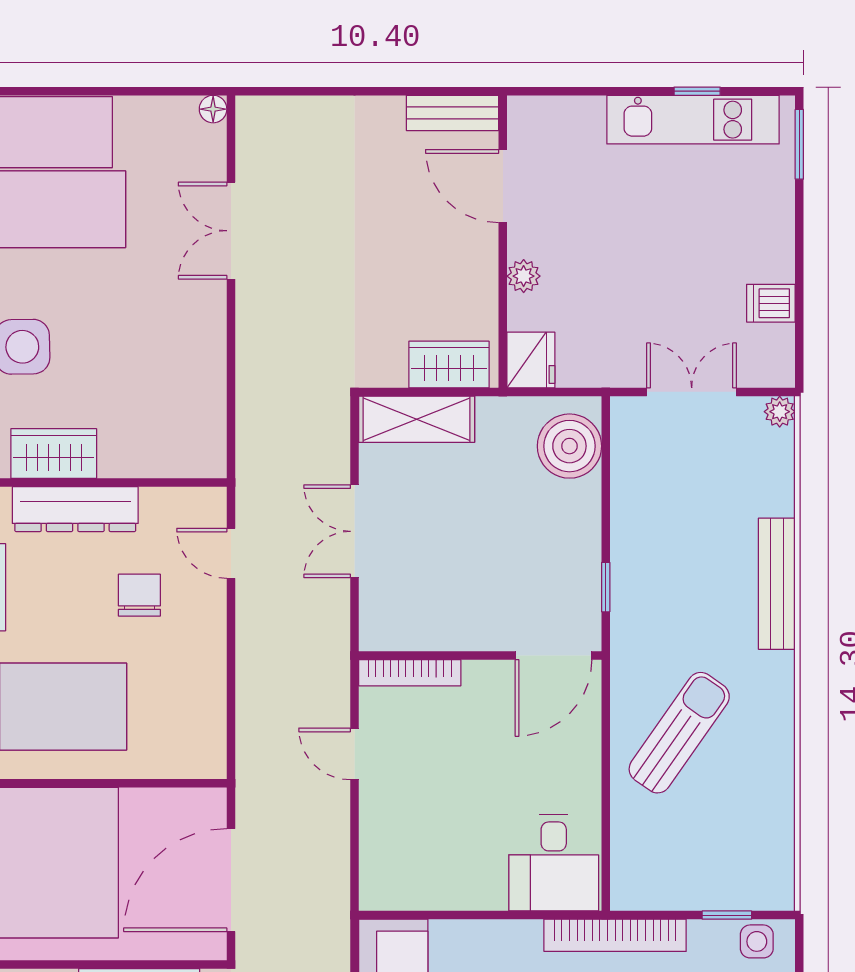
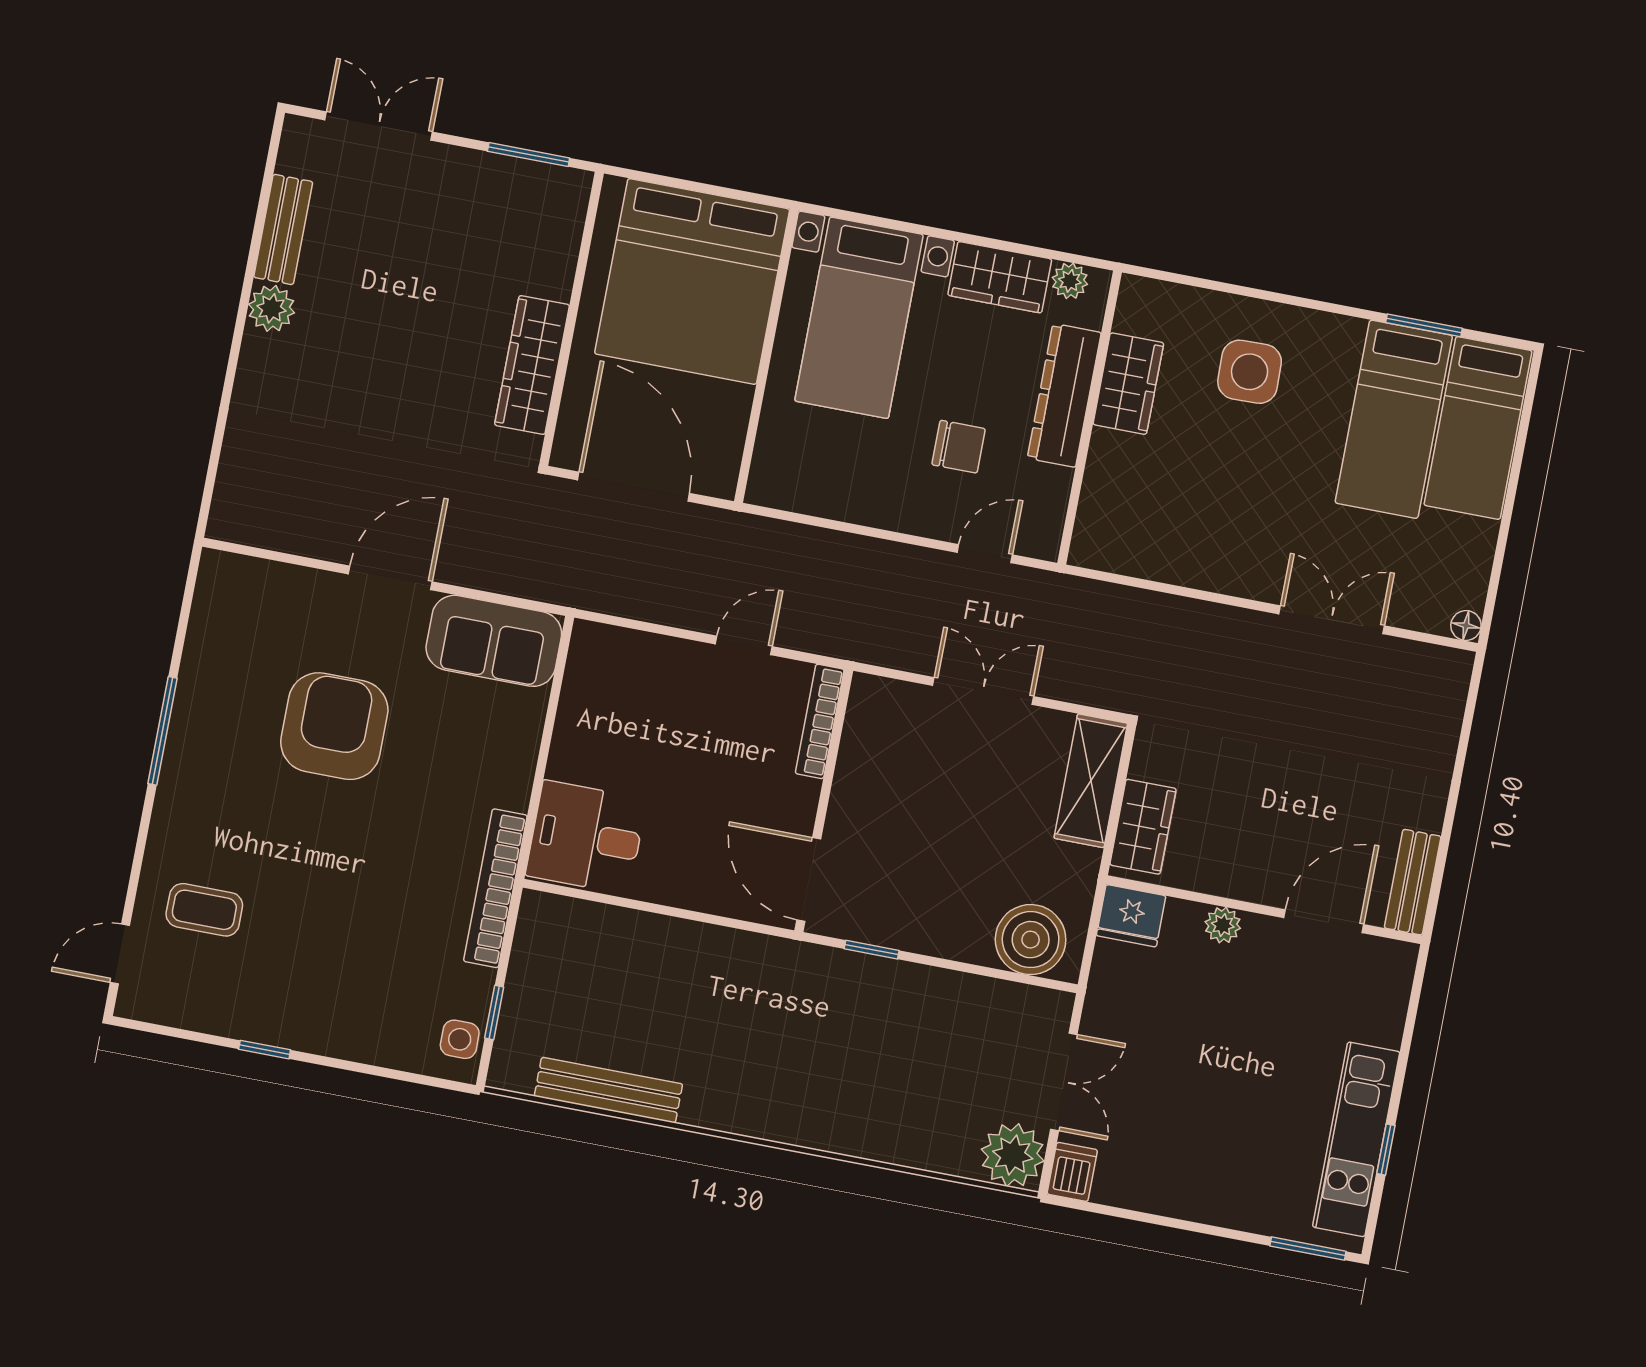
dishwasher: (771, 303) -> (1072, 1172), moved
plant: (780, 412) -> (1013, 1155), width x1.88, depth x1.88
bench: (777, 584) -> (608, 1090), moved
sun lounger: (679, 733) -> (700, 999), removed

